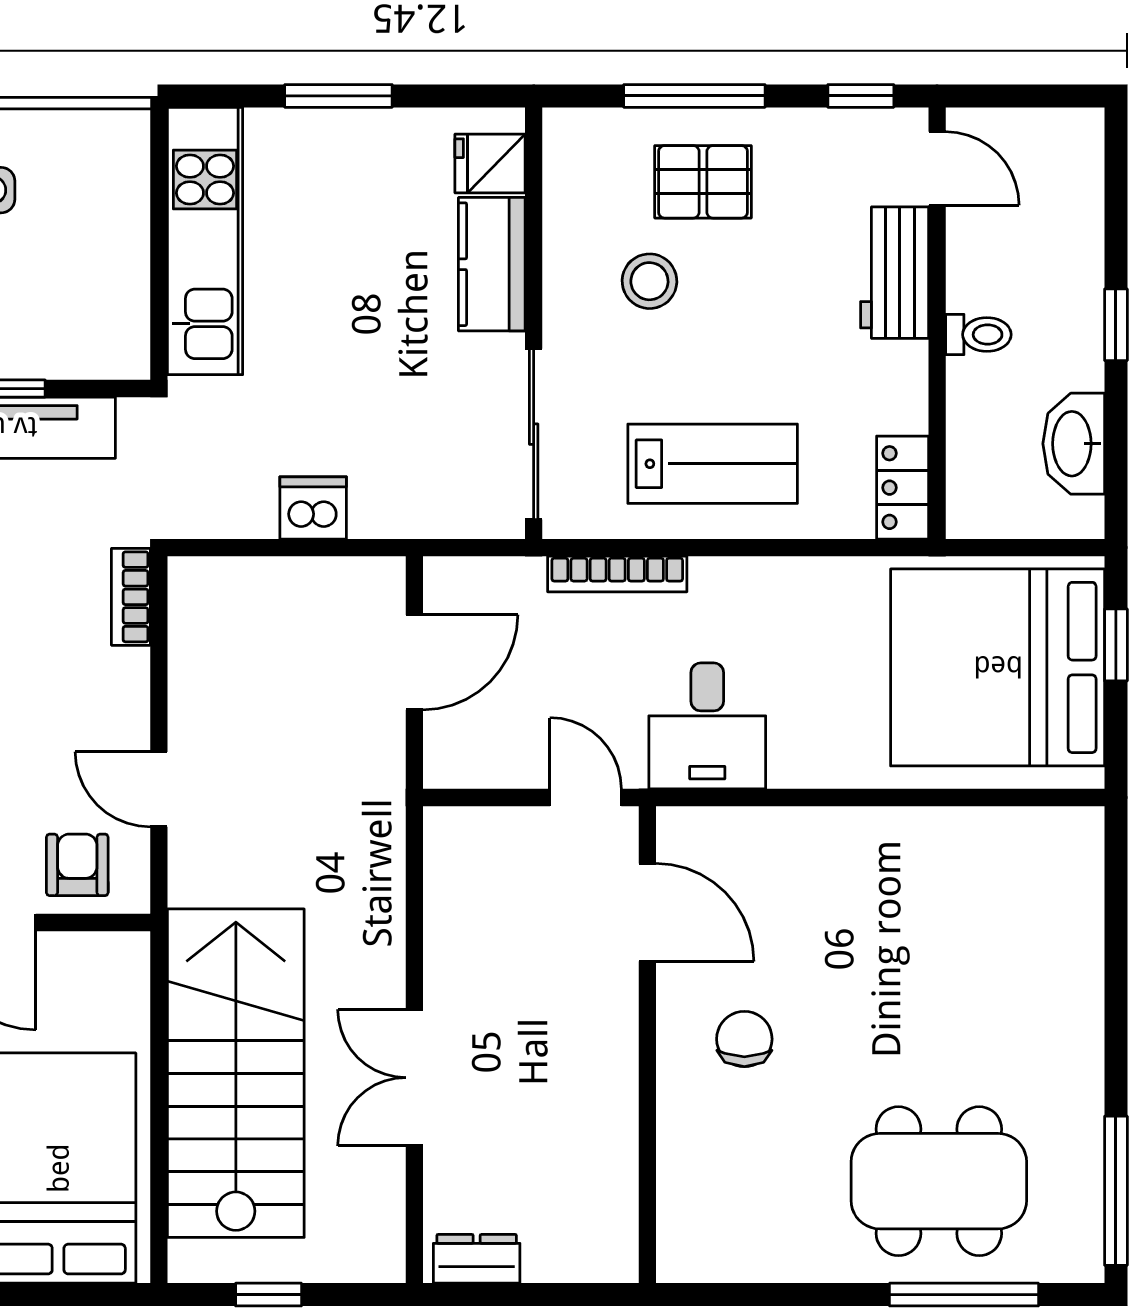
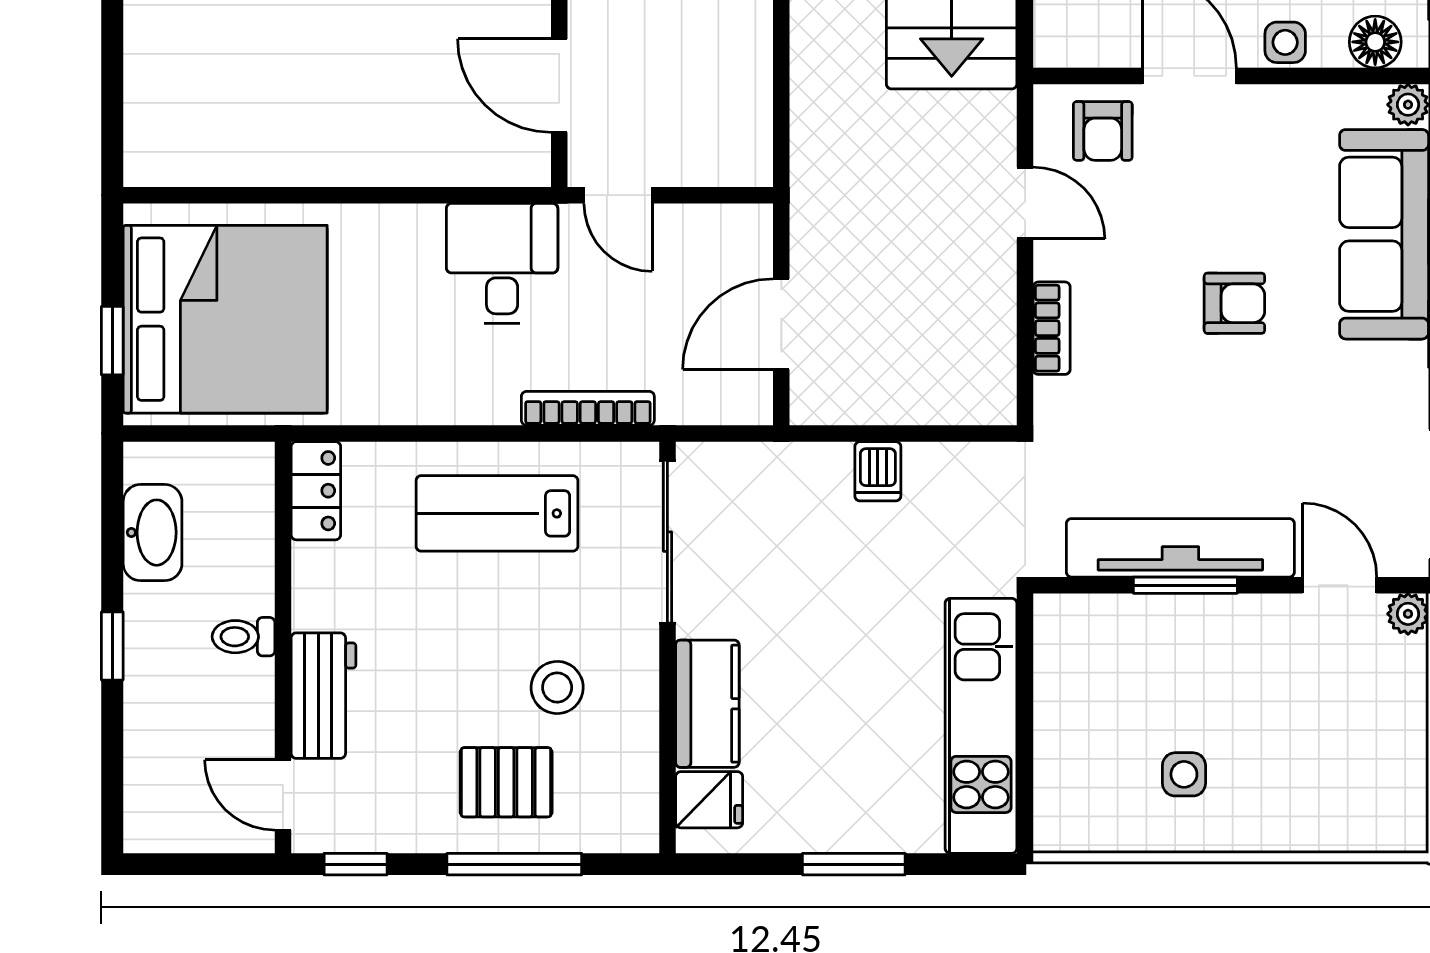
dishwasher: (313, 508) -> (878, 471), width x0.73
bookcase: (131, 597) -> (1052, 328), moved

